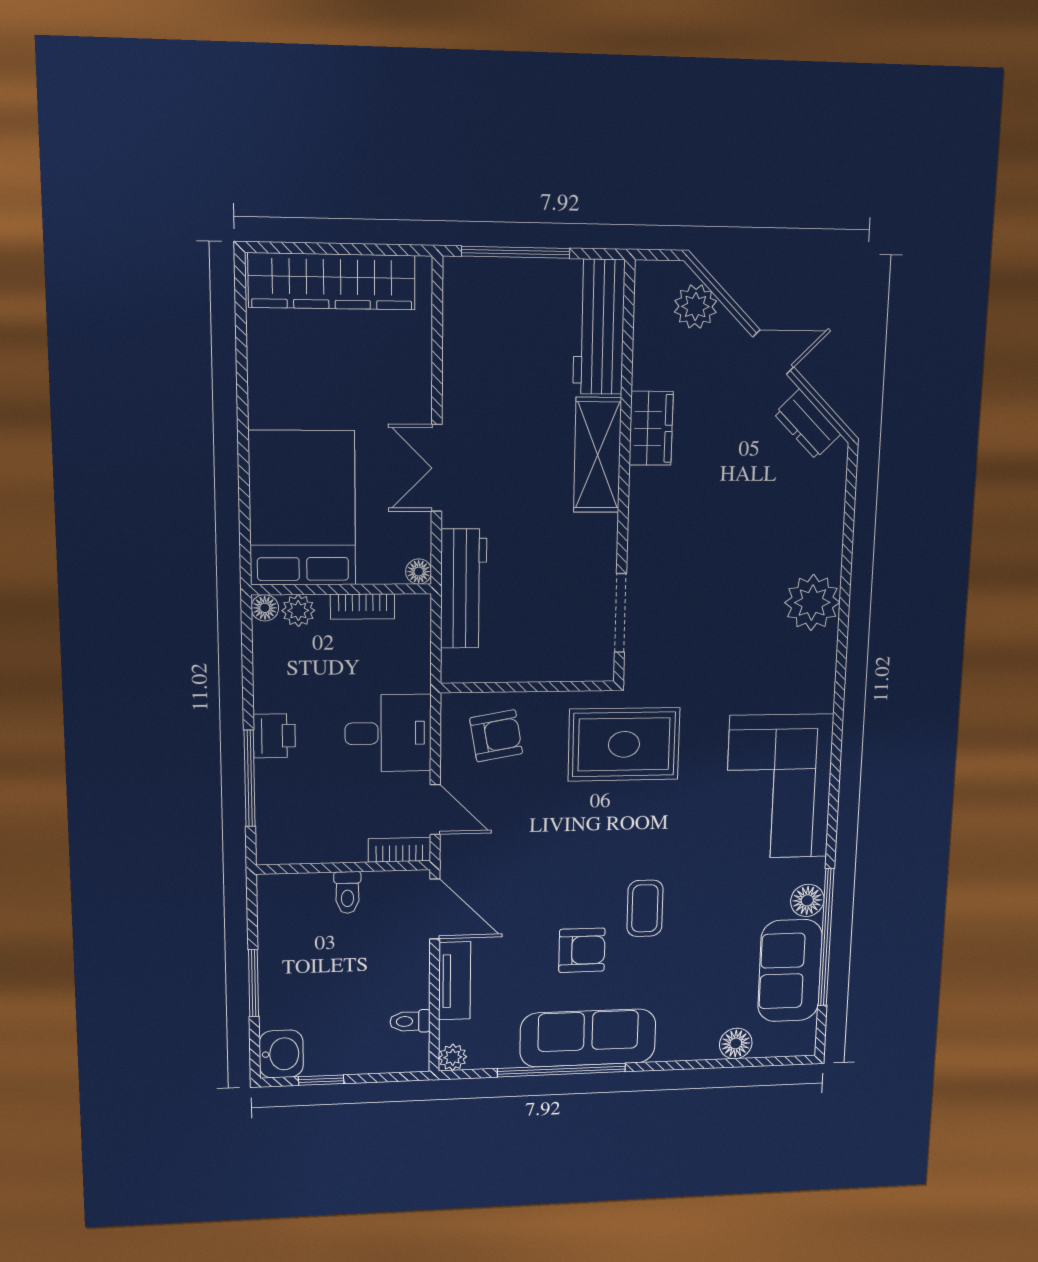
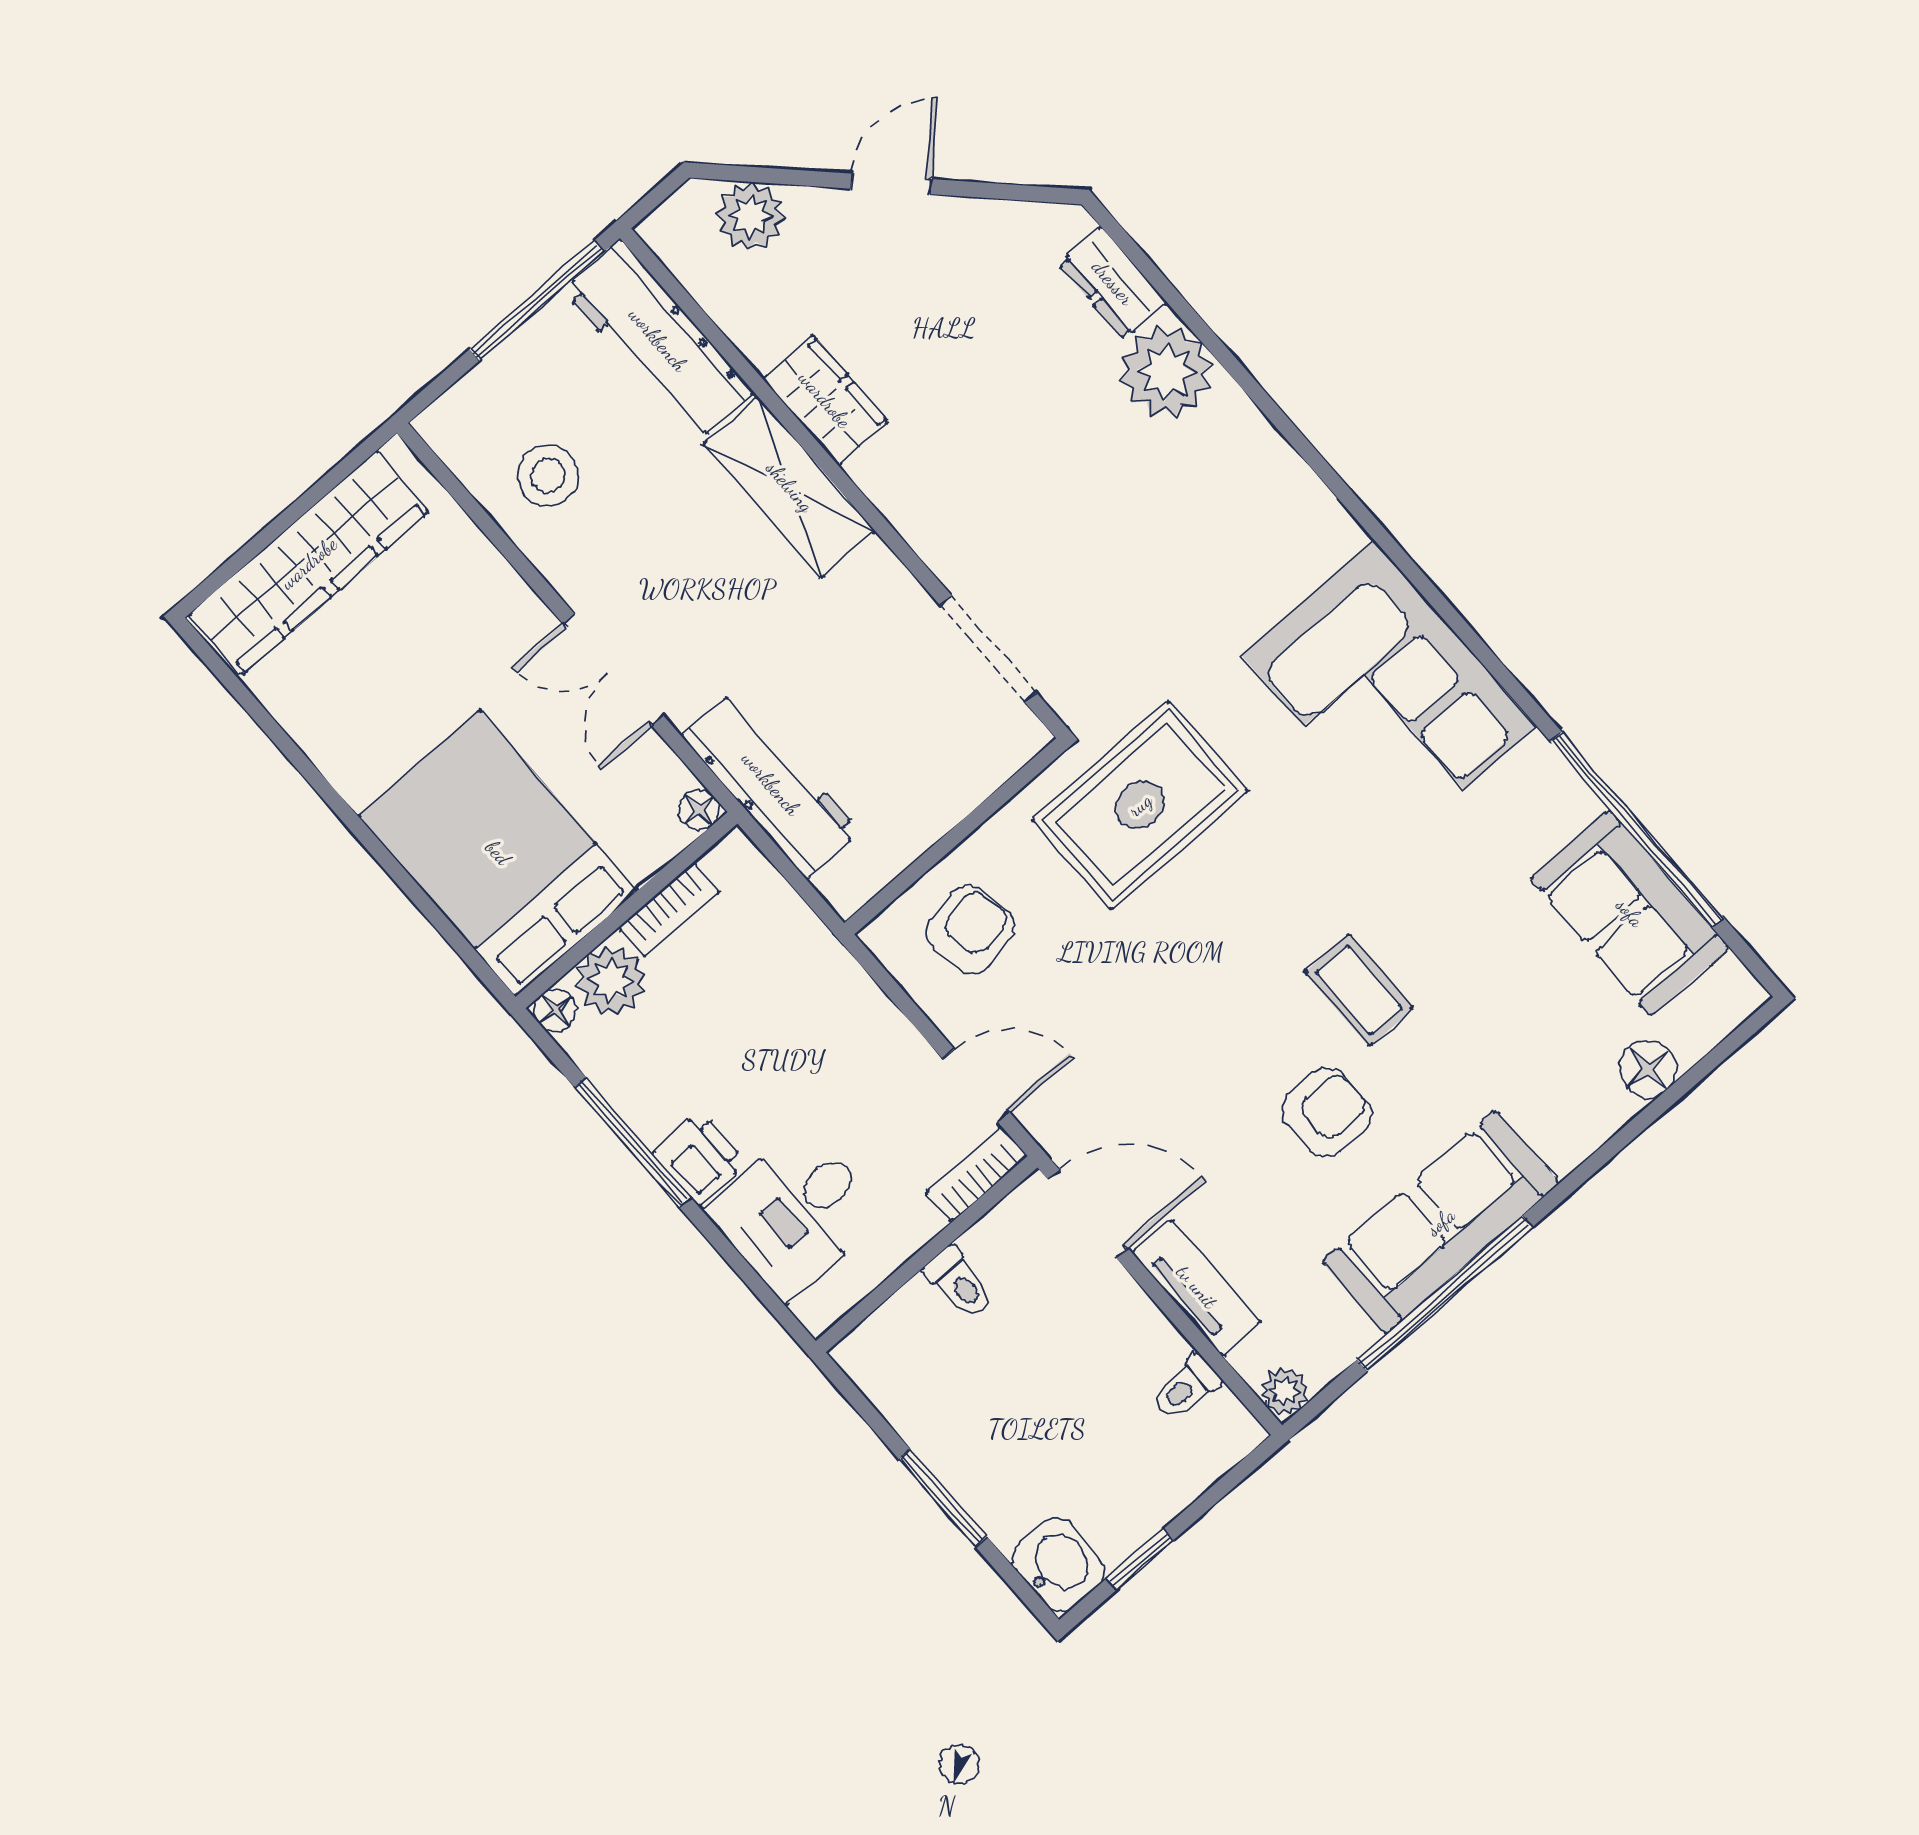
window: (516, 252) -> (537, 301), moved
stool: (488, 345) -> (548, 476), added
dresser: (807, 424) -> (1113, 283), moved, turned 45
plant: (812, 602) -> (1166, 372), moved
plant: (298, 611) -> (611, 981), width x1.38, depth x1.38
desk: (388, 733) -> (795, 1213), moved, turned 180
window: (250, 778) -> (633, 1142), moved
floor lamp: (807, 900) -> (1566, 803), removed

